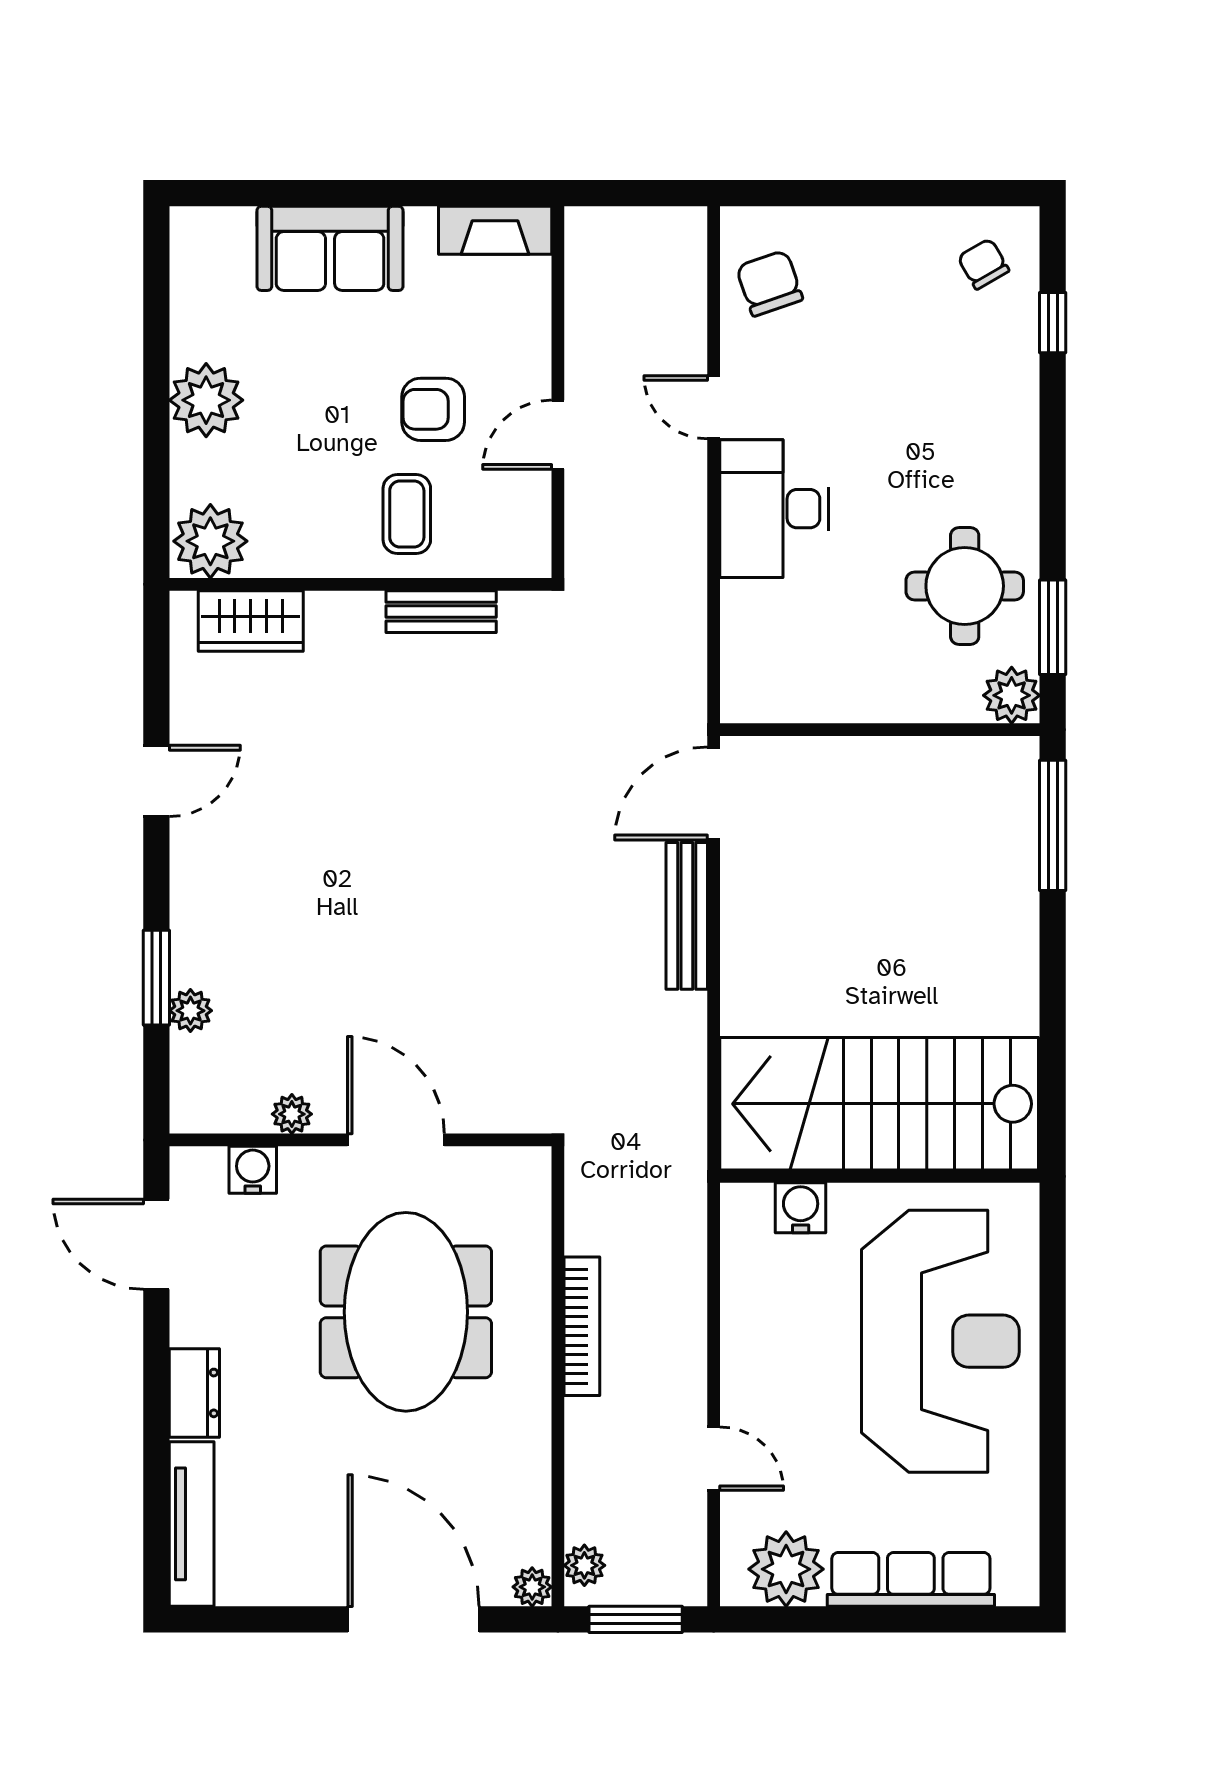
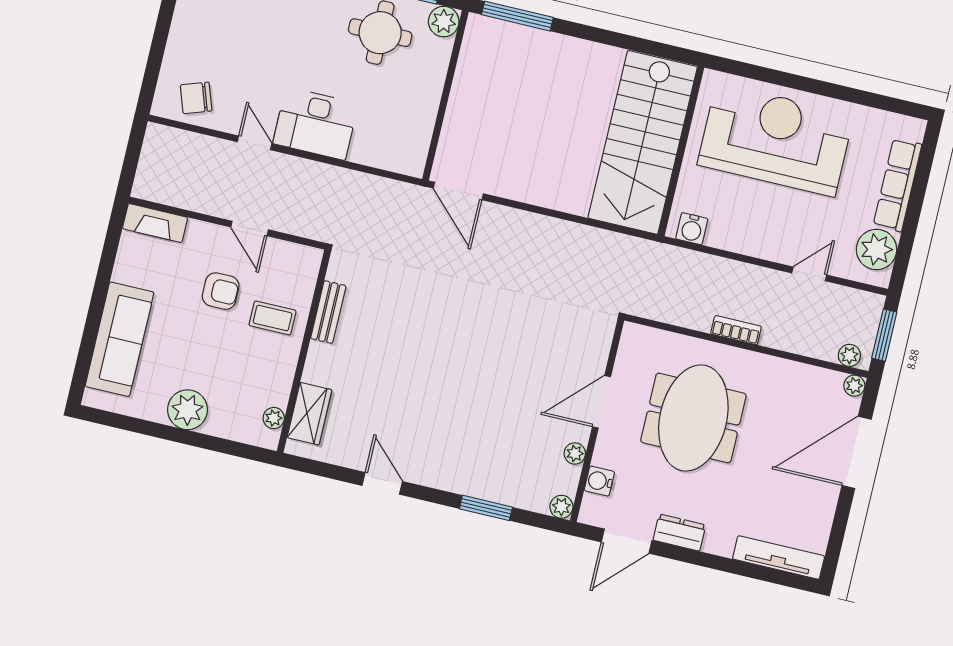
fireplace: (495, 230) -> (155, 223), moved, turned 90
sofa: (330, 248) -> (120, 339), width x1.36
door: (714, 407) -> (255, 143), swing flipped
armchair: (433, 409) -> (221, 291), turned -90
plant: (210, 541) -> (274, 418), width x0.53, depth x0.53
bench: (687, 916) -> (520, 220), removed
plant: (190, 1011) -> (561, 507), moved
water cooler: (801, 1208) -> (692, 229), moved, turned -90
meeting table: (406, 1312) -> (693, 418), turned 90
bookcase: (582, 1326) -> (736, 330), width x0.64
dresser: (194, 1393) -> (679, 533), moved

